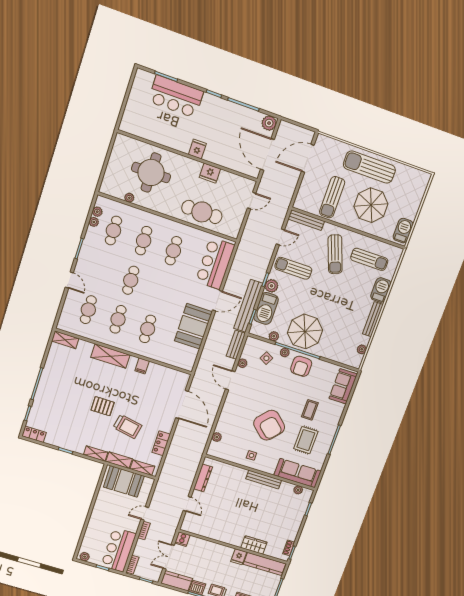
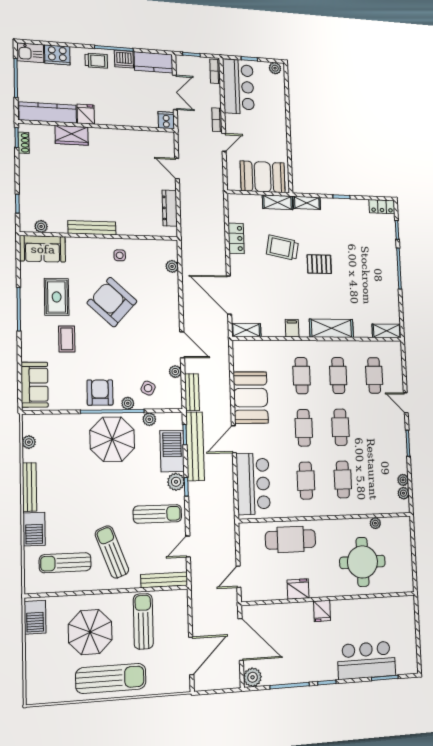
cafe table: (113, 230) -> (304, 428), moved
shelving: (142, 468) -> (246, 330), moved
sofa: (298, 473) -> (43, 249), width x0.73

